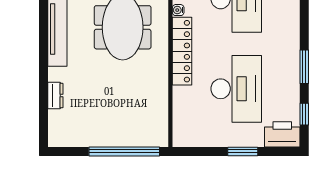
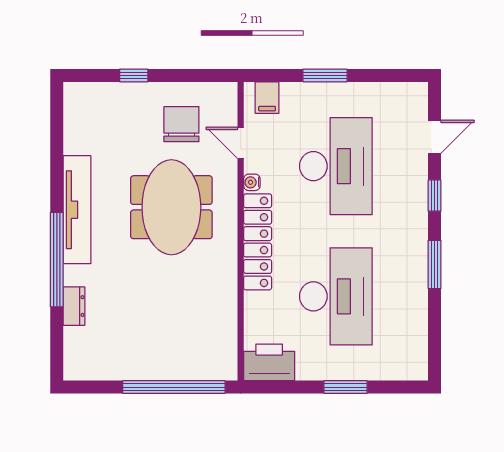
window: (43, 63) -> (57, 260), added
window: (304, 114) -> (435, 196), moved
printer: (282, 134) -> (269, 362), moved

